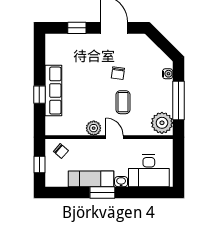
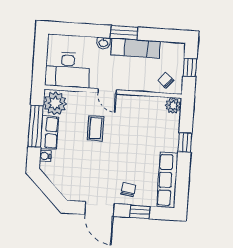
chair: (118, 73) -> (128, 189), moved
row of seats: (53, 91) -> (167, 180), moved
row of seats: (165, 95) -> (49, 133), added
plant: (94, 128) -> (173, 106), moved
desk: (149, 171) -> (68, 70), moved, turned 180

